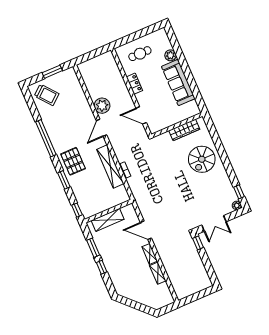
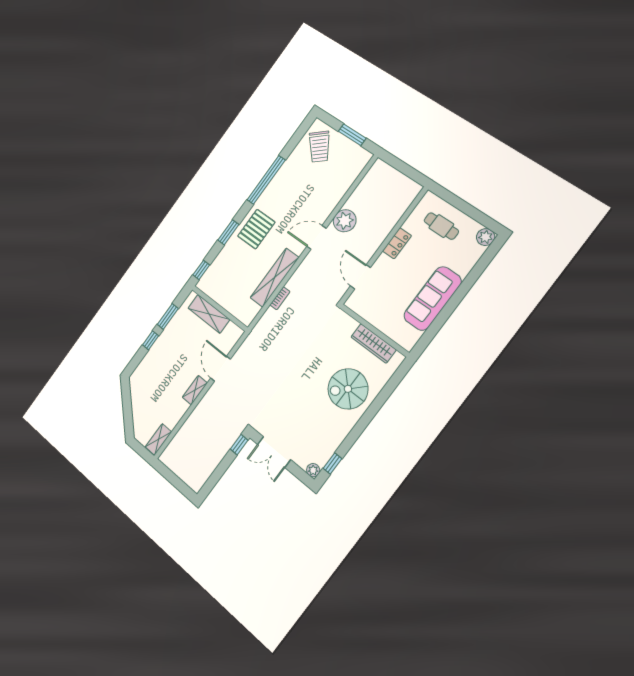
plant: (170, 55) -> (486, 237), moved
shelving: (158, 273) -> (158, 439), moved

